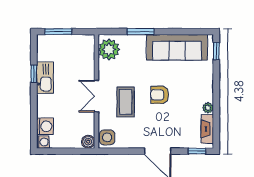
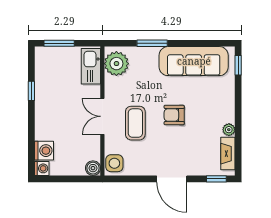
kitchen sink: (45, 78) -> (91, 66), moved, turned 180

